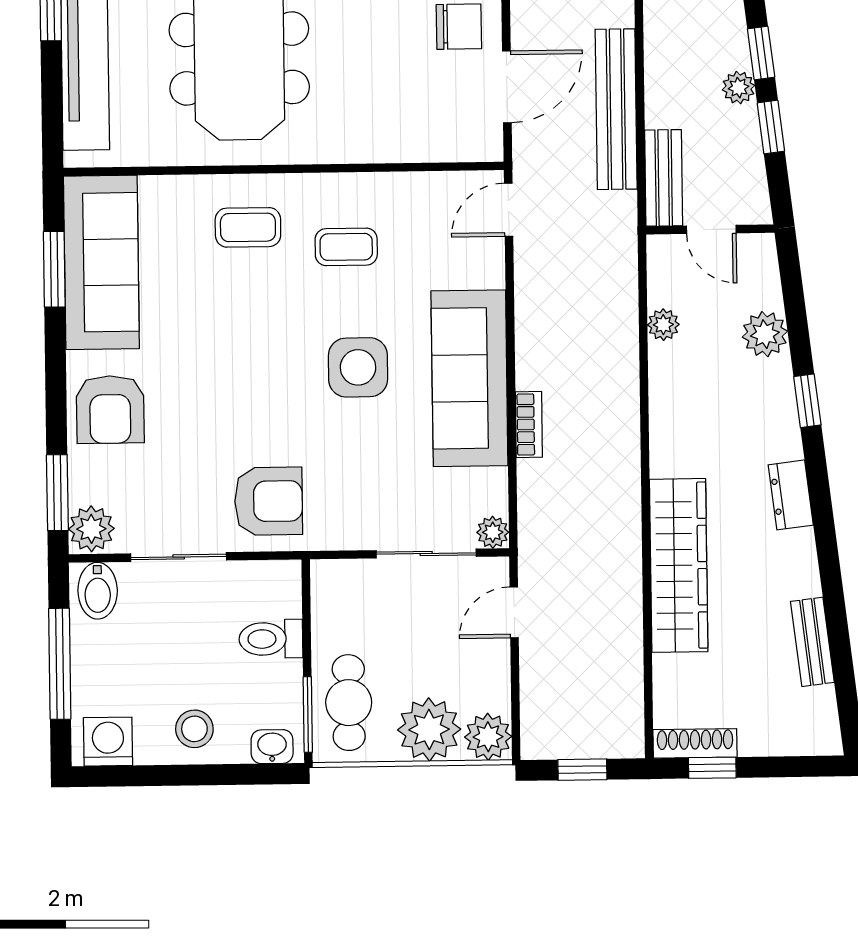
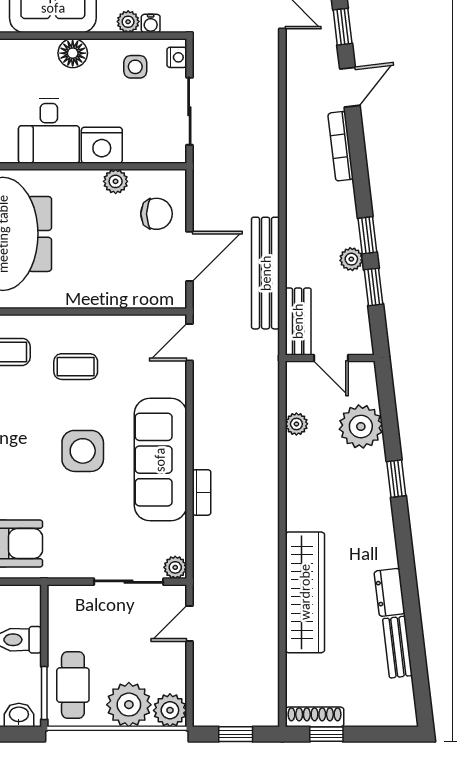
plant: (765, 334) -> (361, 427), width x1.36, depth x1.36
dresser: (791, 495) -> (390, 592), moved

